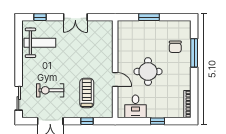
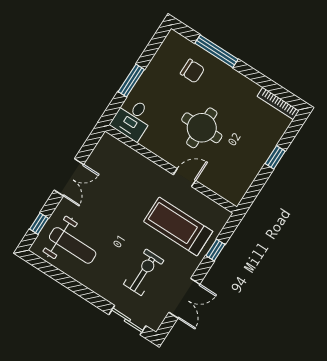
weight bench: (40, 43) -> (73, 245), turned 90
exercise bike: (50, 90) -> (144, 272), turned 180
treadmill: (87, 93) -> (178, 226), width x1.37, depth x1.38
desk: (135, 106) -> (133, 119), moved, turned 90

